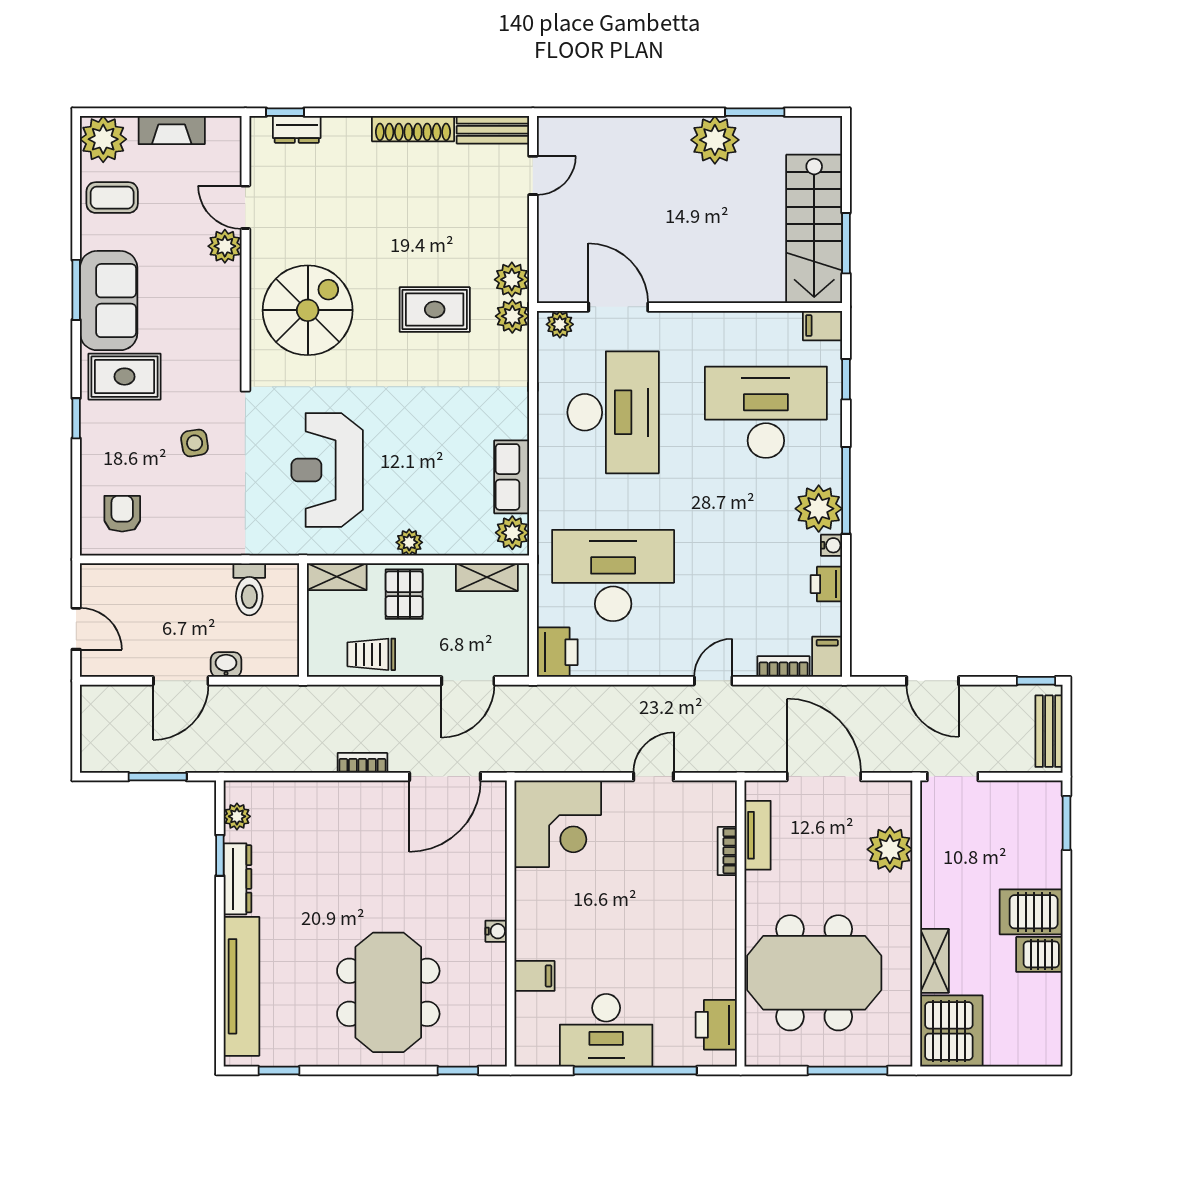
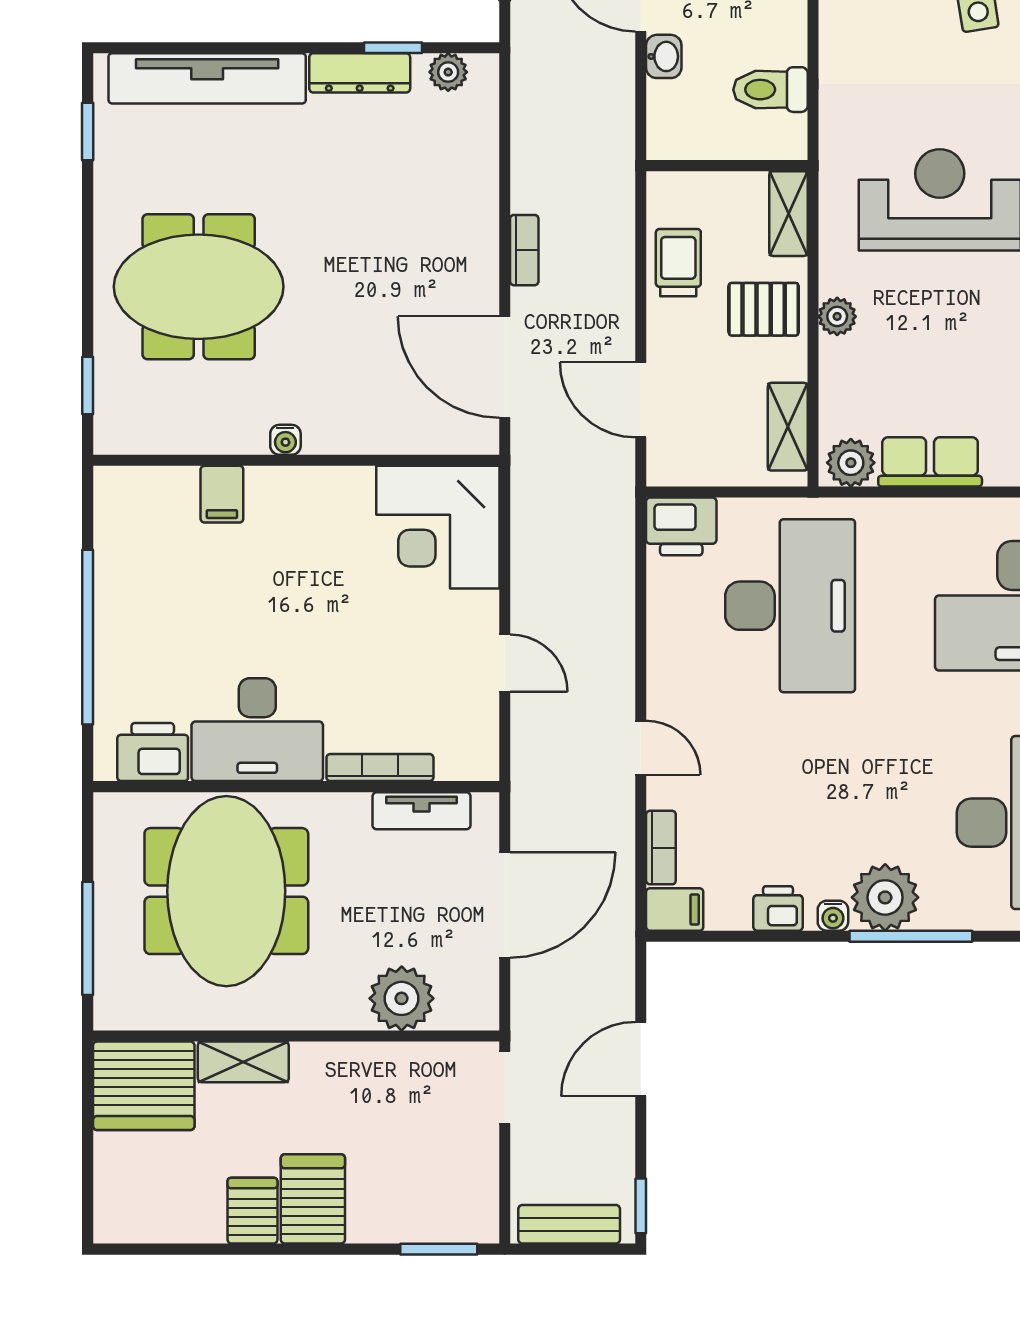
bookcase: (727, 851) -> (380, 768), width x1.56
desk: (606, 1030) -> (257, 730), moved, turned -90

